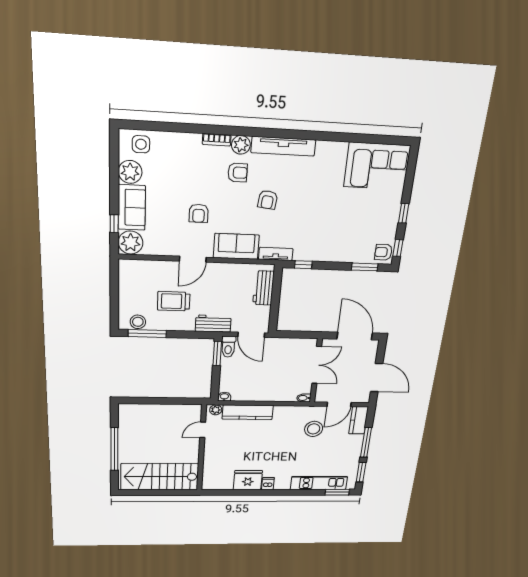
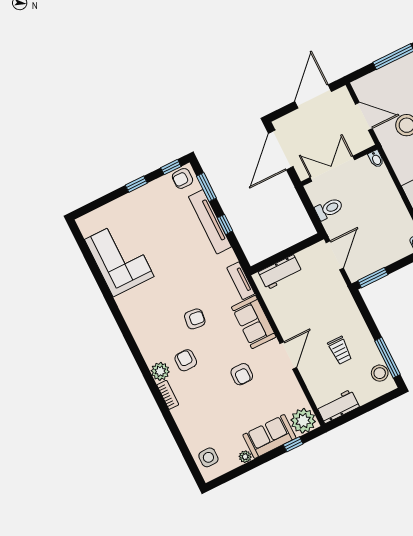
tv unit: (283, 146) -> (210, 222), moved, turned 180
corner sofa: (377, 166) -> (119, 258), moved
plant: (130, 172) -> (245, 457), width x0.53, depth x0.53
armchair: (199, 213) -> (242, 374), turned 90
armchair: (383, 252) -> (182, 178), turned 90
door: (193, 259) -> (288, 355), hinge flipped
window: (303, 265) -> (225, 224), moved
trolley: (174, 301) -> (340, 350), width x0.73, depth x0.72
workbench: (213, 324) -> (338, 406), moved, turned 90
toilet: (228, 347) -> (329, 209), moved
kitchen counter: (359, 420) -> (371, 83), removed

